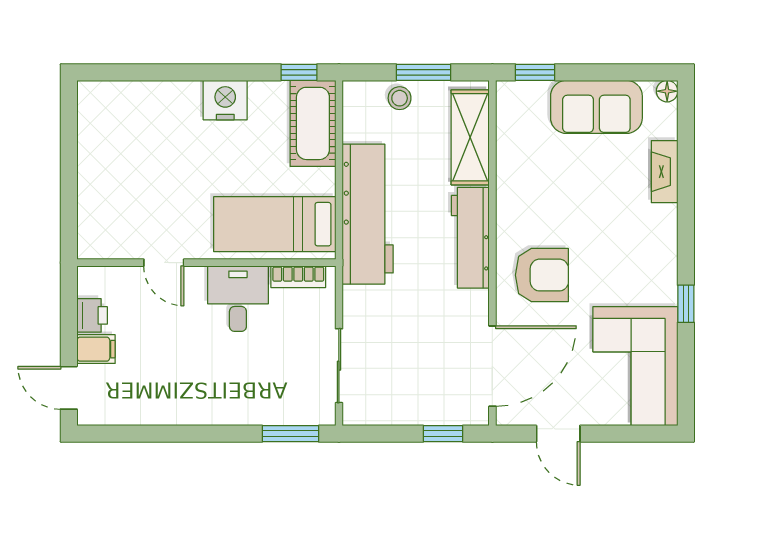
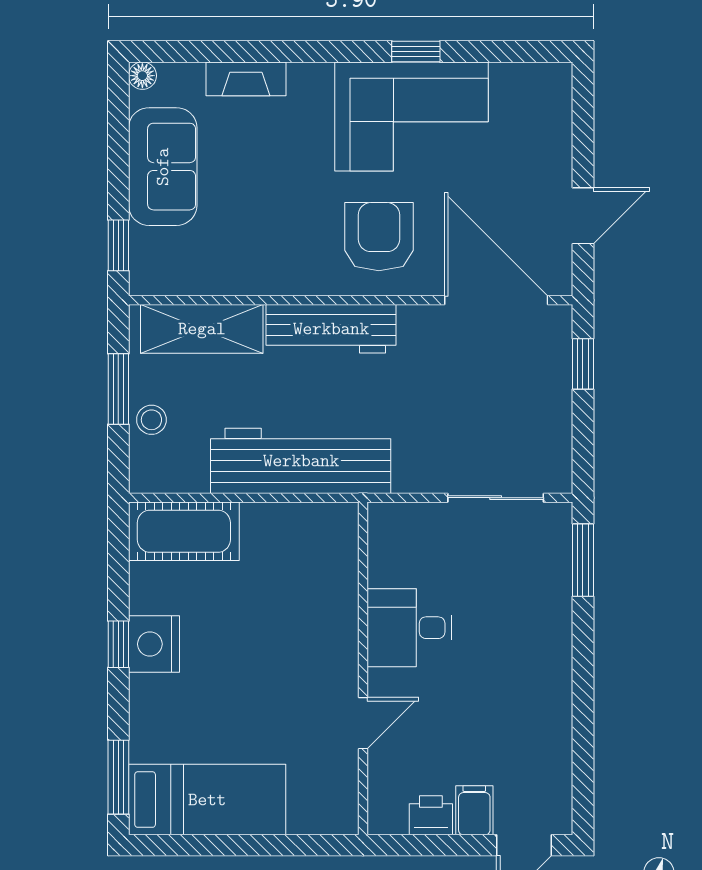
window: (122, 72) -> (118, 777), added
window: (299, 72) -> (118, 644), moved
bed: (275, 224) -> (207, 800), moved, turned -90
bookcase: (298, 277) -> (381, 550), removed
corner sofa: (635, 366) -> (411, 116), moved

